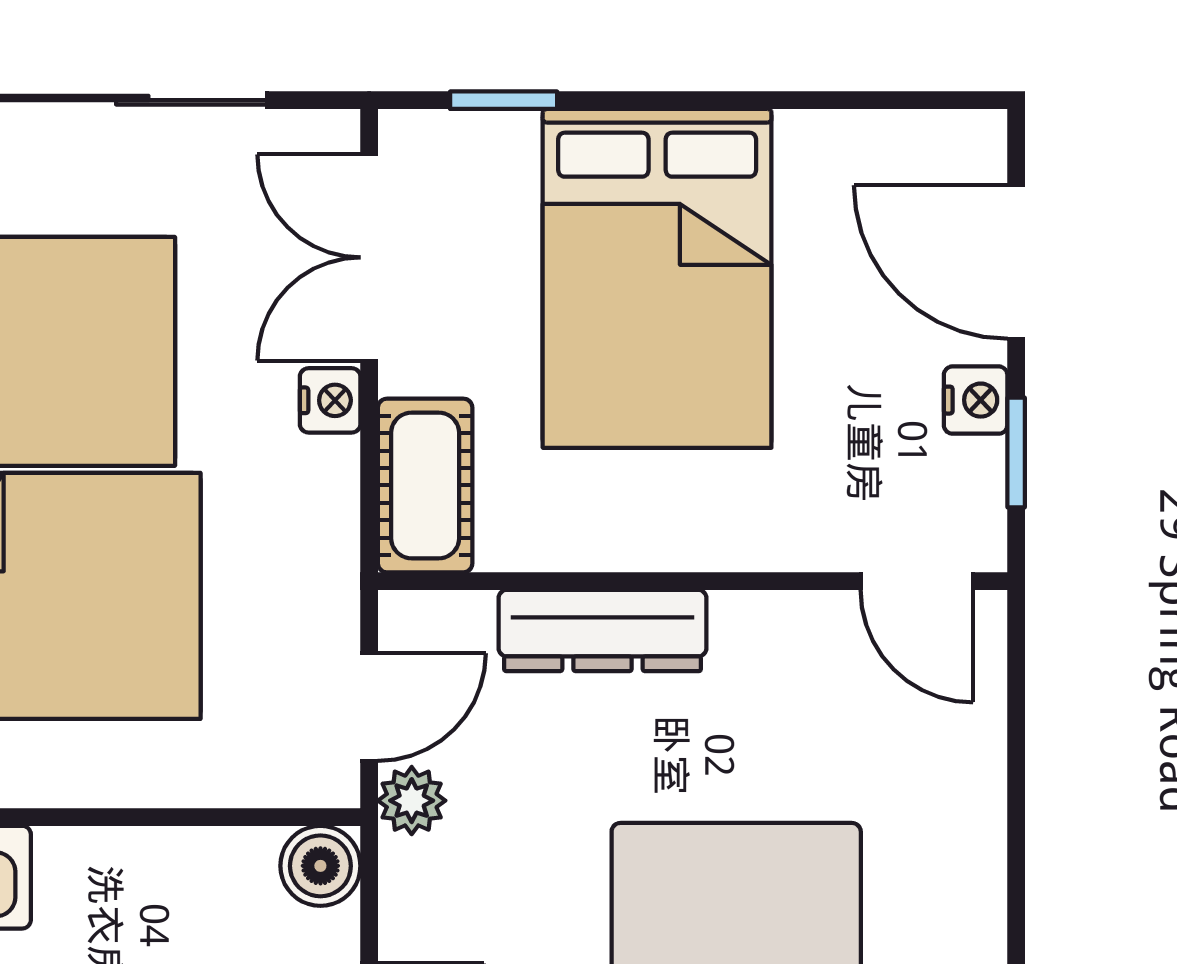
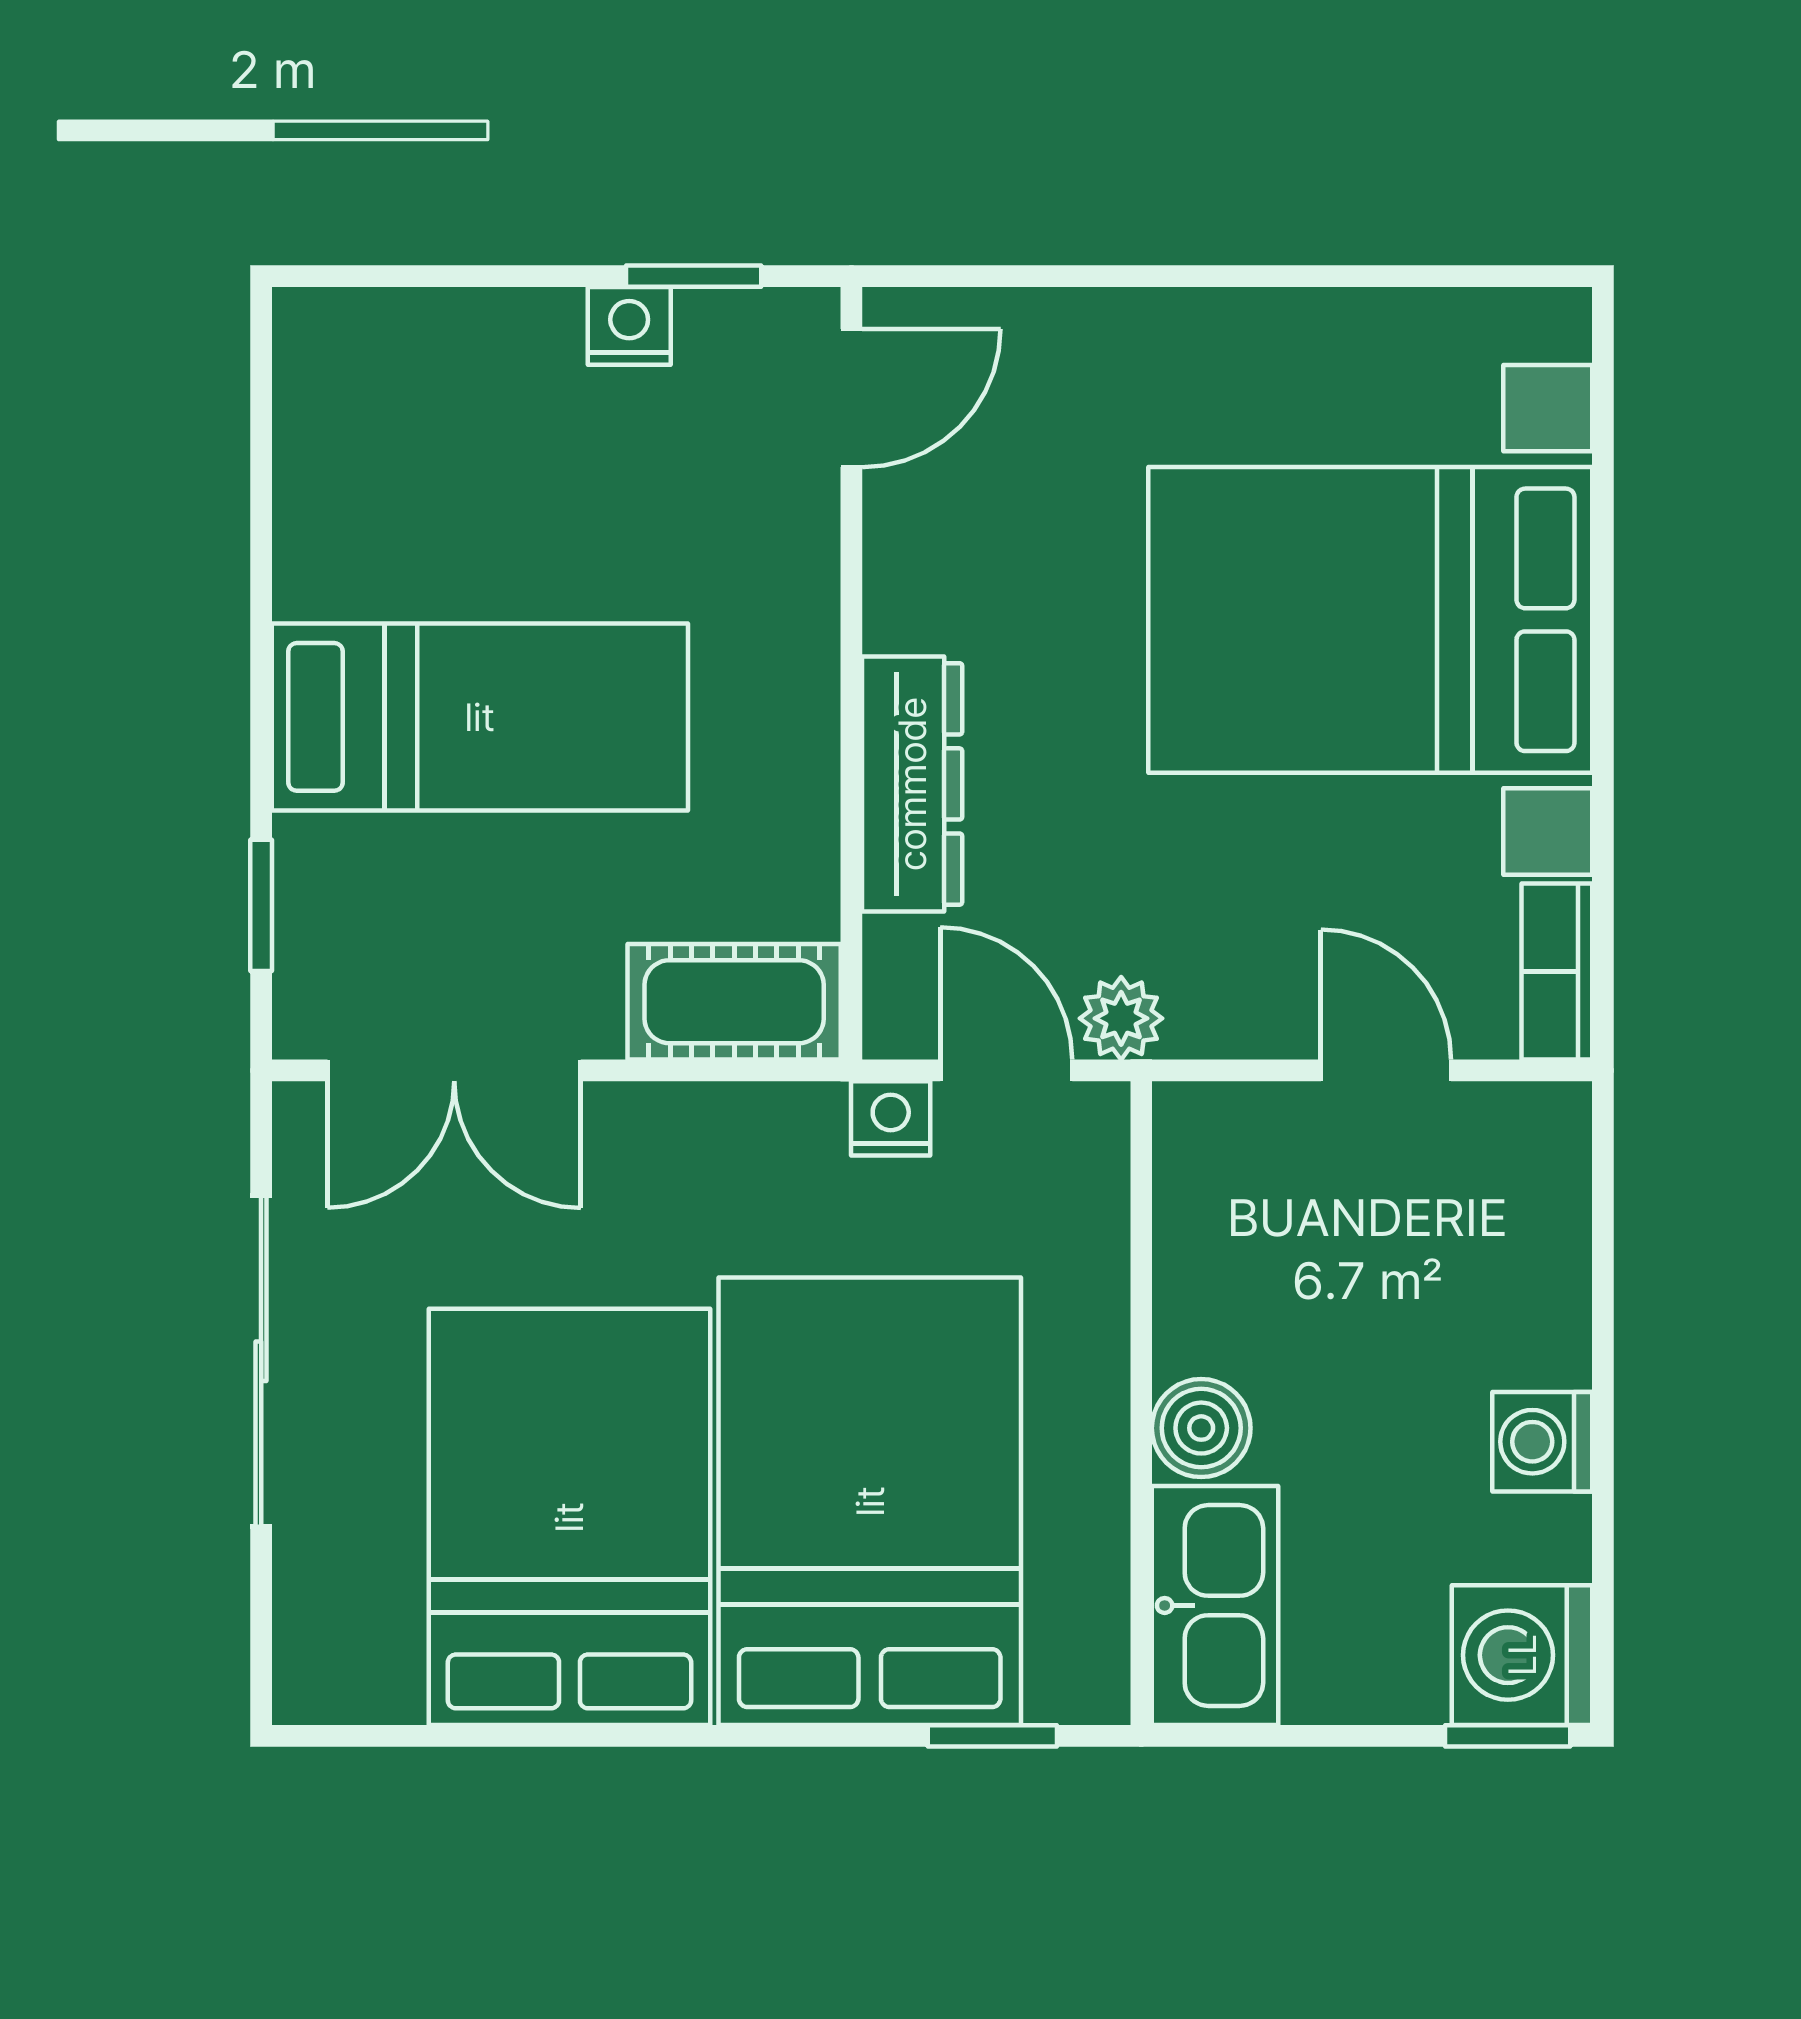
door: (1016, 262) -> (460, 276), removed
bed: (657, 278) -> (480, 717), width x0.67
nightstand: (330, 400) -> (891, 1118), moved
boiler: (320, 866) -> (1201, 1428), moved

